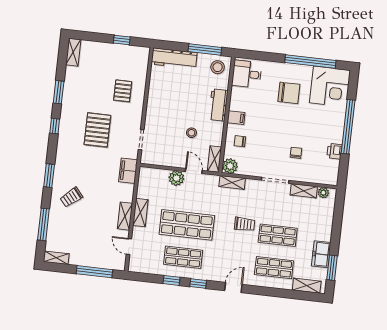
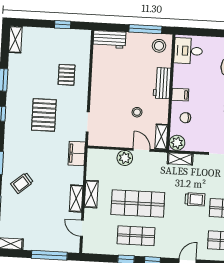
workbench: (174, 58) -> (110, 39), width x0.73

